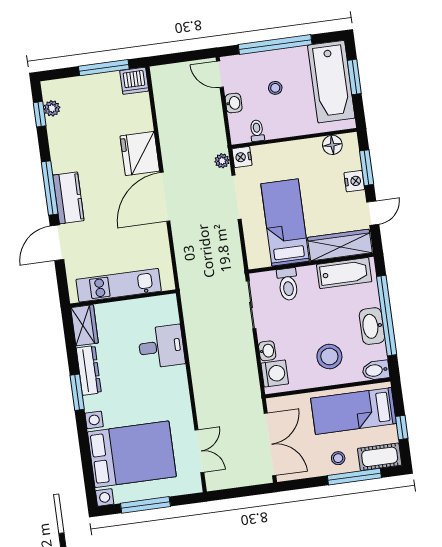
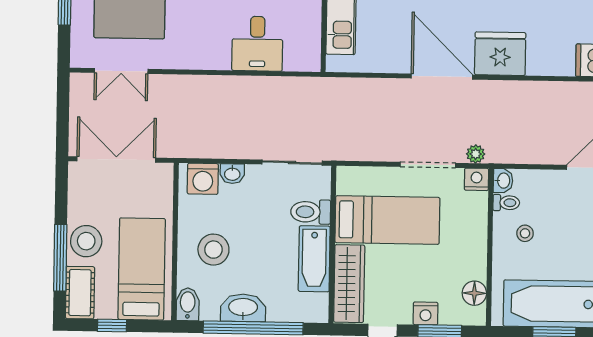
stool: (275, 88) -> (525, 233), moved
washbasin: (234, 103) -> (503, 181), moved, turned -90
bathtub: (344, 273) -> (314, 259), moved
double door: (270, 444) -> (116, 159), swing flipped
stool: (338, 458) -> (86, 241), width x1.89, depth x1.89

